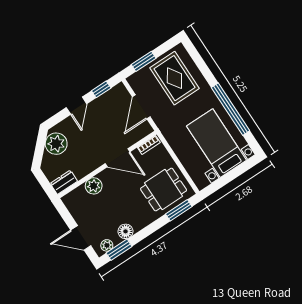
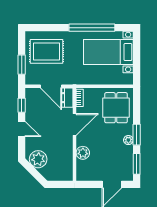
dresser: (64, 182) -> (67, 98), moved
window: (179, 210) -> (137, 135), moved
floor lamp: (126, 231) -> (127, 152), removed
plant: (107, 245) -> (128, 140), moved

